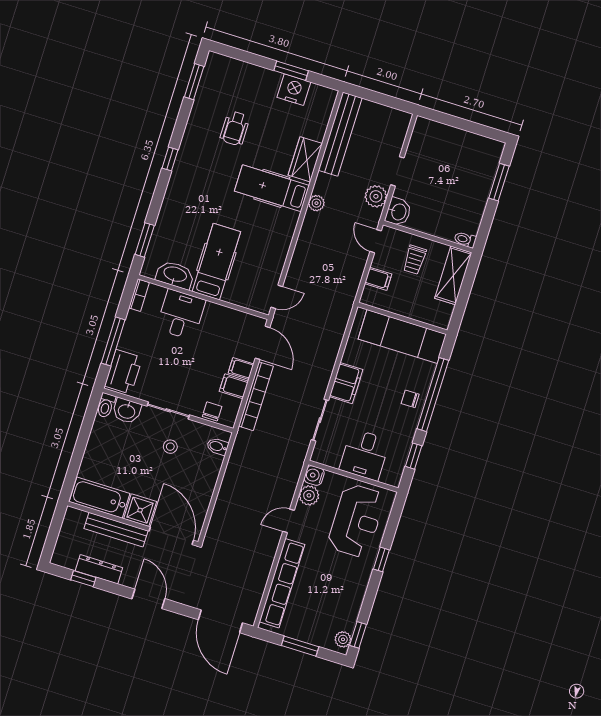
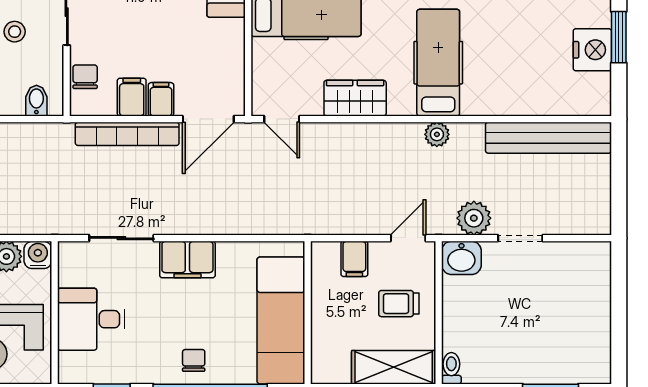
wardrobe: (305, 159) -> (355, 98), moved
chair: (212, 411) -> (85, 77), turned -90

